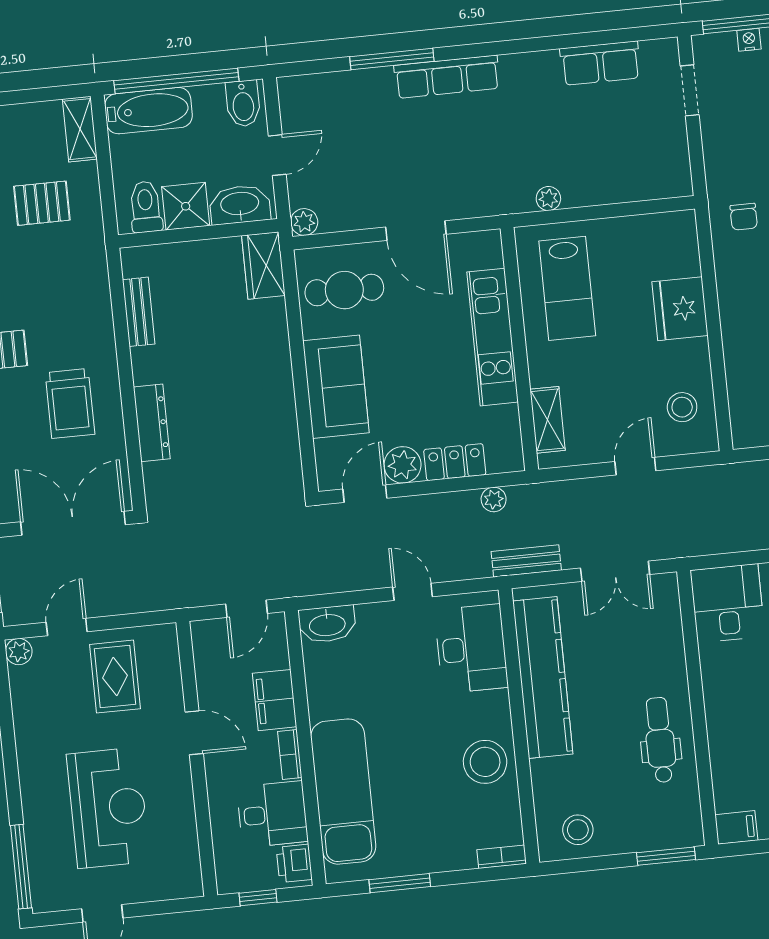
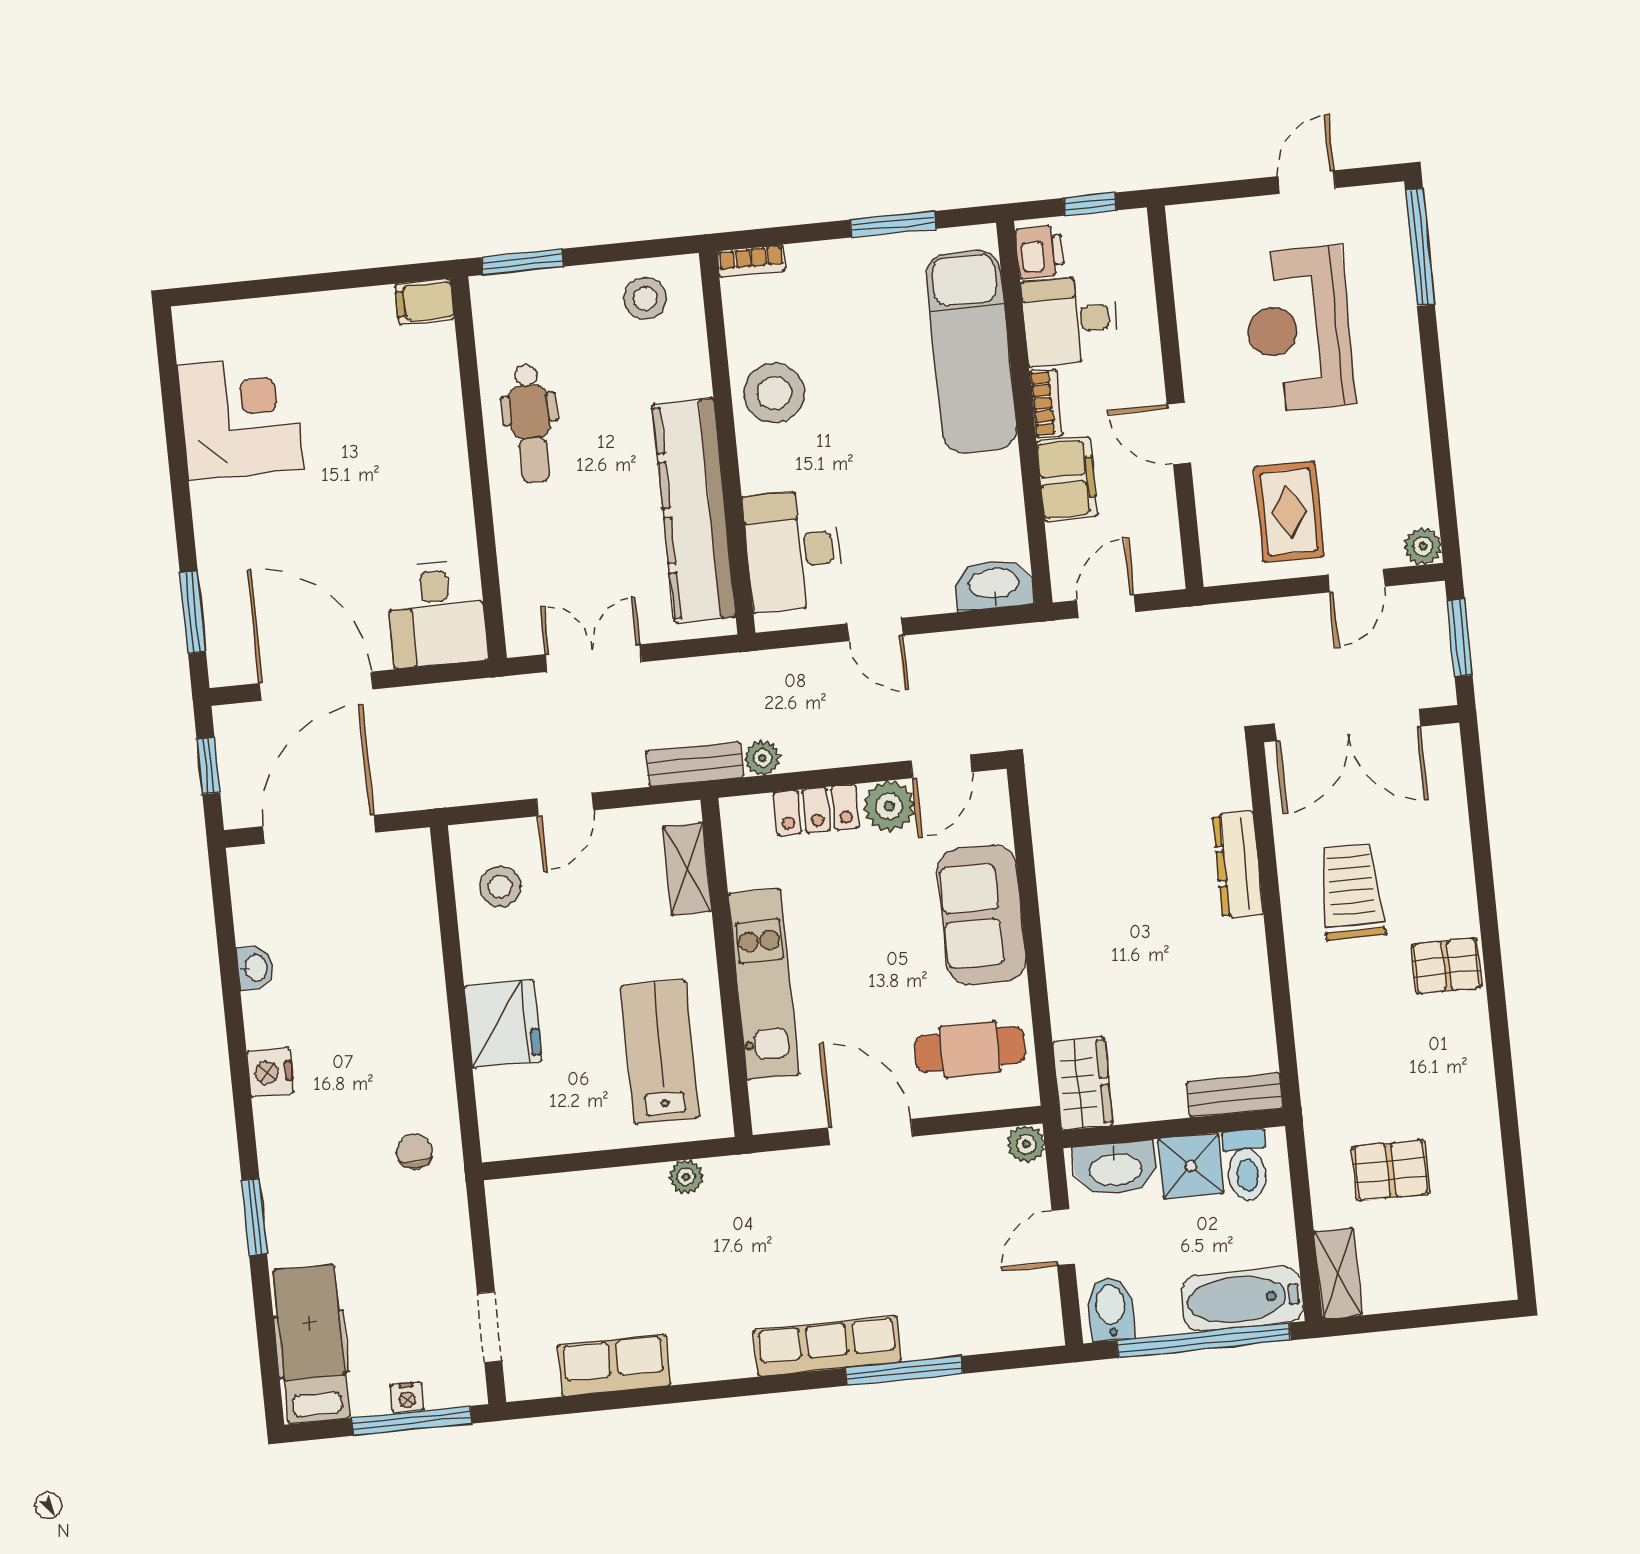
bench: (139, 312) -> (1235, 1095), moved, turned 90
bench: (526, 561) -> (695, 764), moved

